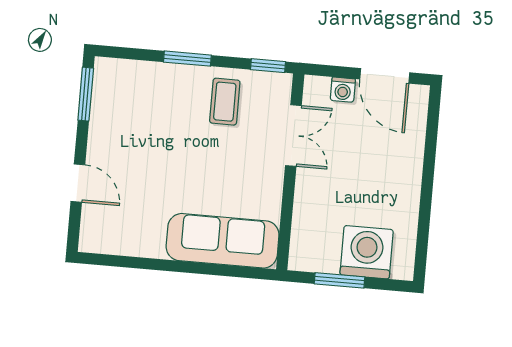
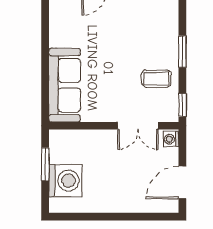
washing machine: (343, 90) -> (171, 139), moved

